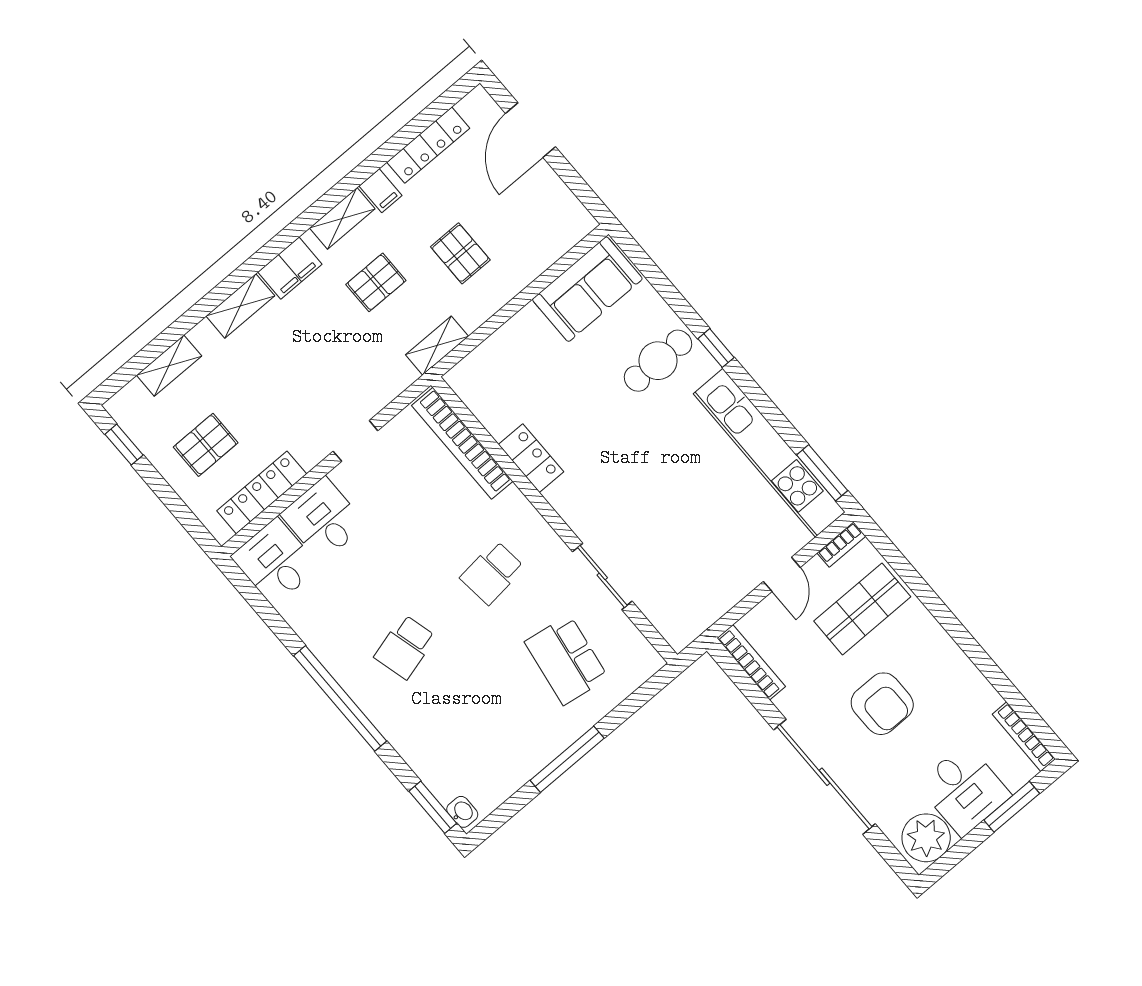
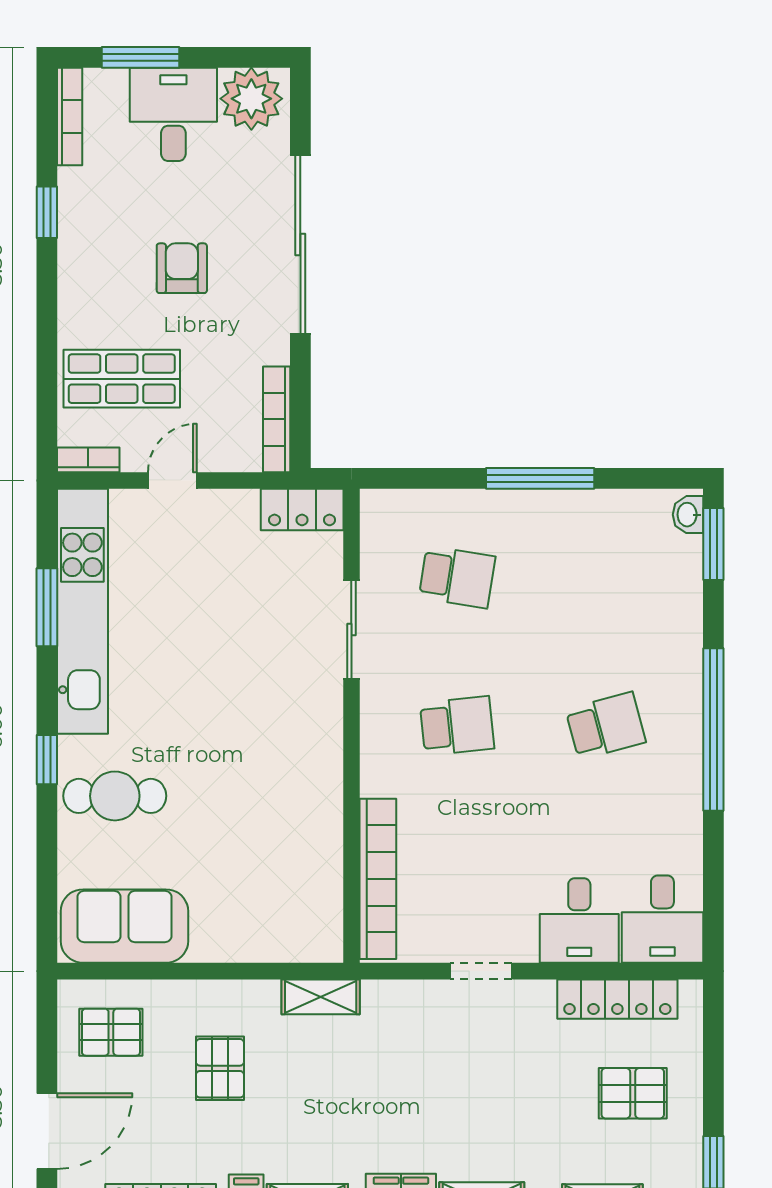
pallet: (376, 282) -> (111, 1032), moved
locker: (531, 458) -> (302, 509), moved, turned -90
window: (822, 473) -> (47, 607), moved
school desk: (566, 660) -> (457, 577), width x0.54
window: (989, 669) -> (47, 212), added
armchair: (882, 704) -> (182, 268), width x0.72, depth x0.72

